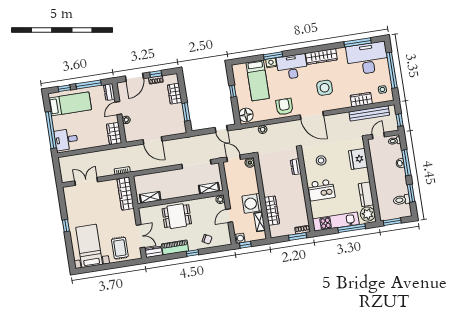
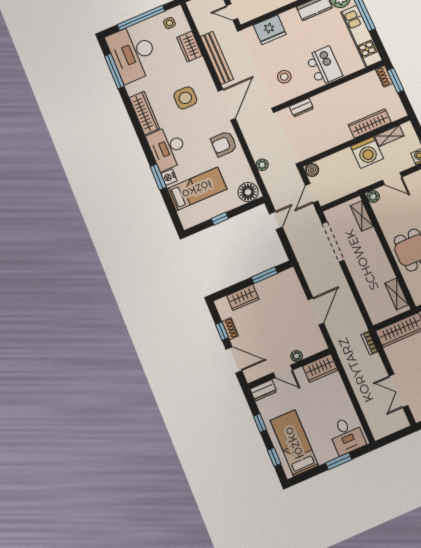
window: (89, 84) -> (260, 423), width x0.46
bench: (369, 113) -> (217, 58), moved
window: (51, 130) -> (339, 461), width x0.47

